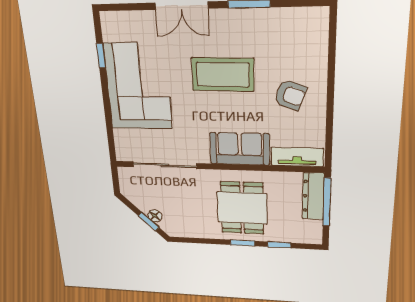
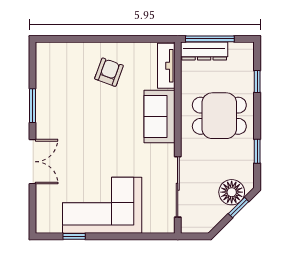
coffee table: (223, 75) -> (91, 129), removed
floor lamp: (155, 216) -> (232, 192), width x1.89, depth x1.89
window: (243, 243) -> (257, 151), moved

